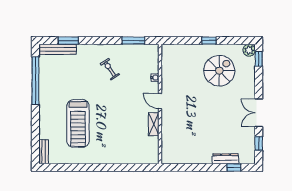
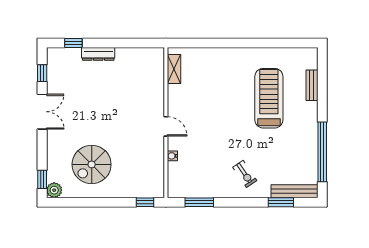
window: (209, 41) -> (145, 202), moved
exercise bike: (110, 69) -> (245, 174), moved
shelving: (154, 124) -> (174, 69), moved
bench: (44, 152) -> (312, 85), moved
dresser: (225, 159) -> (98, 54), moved

